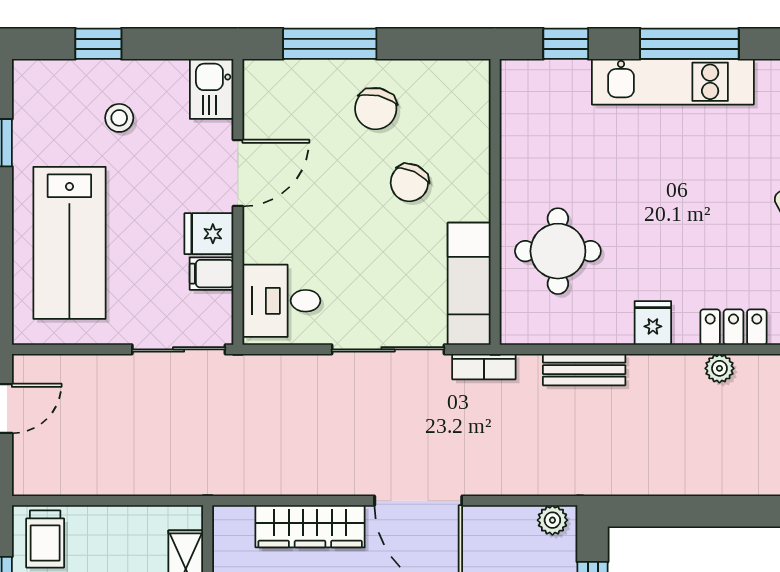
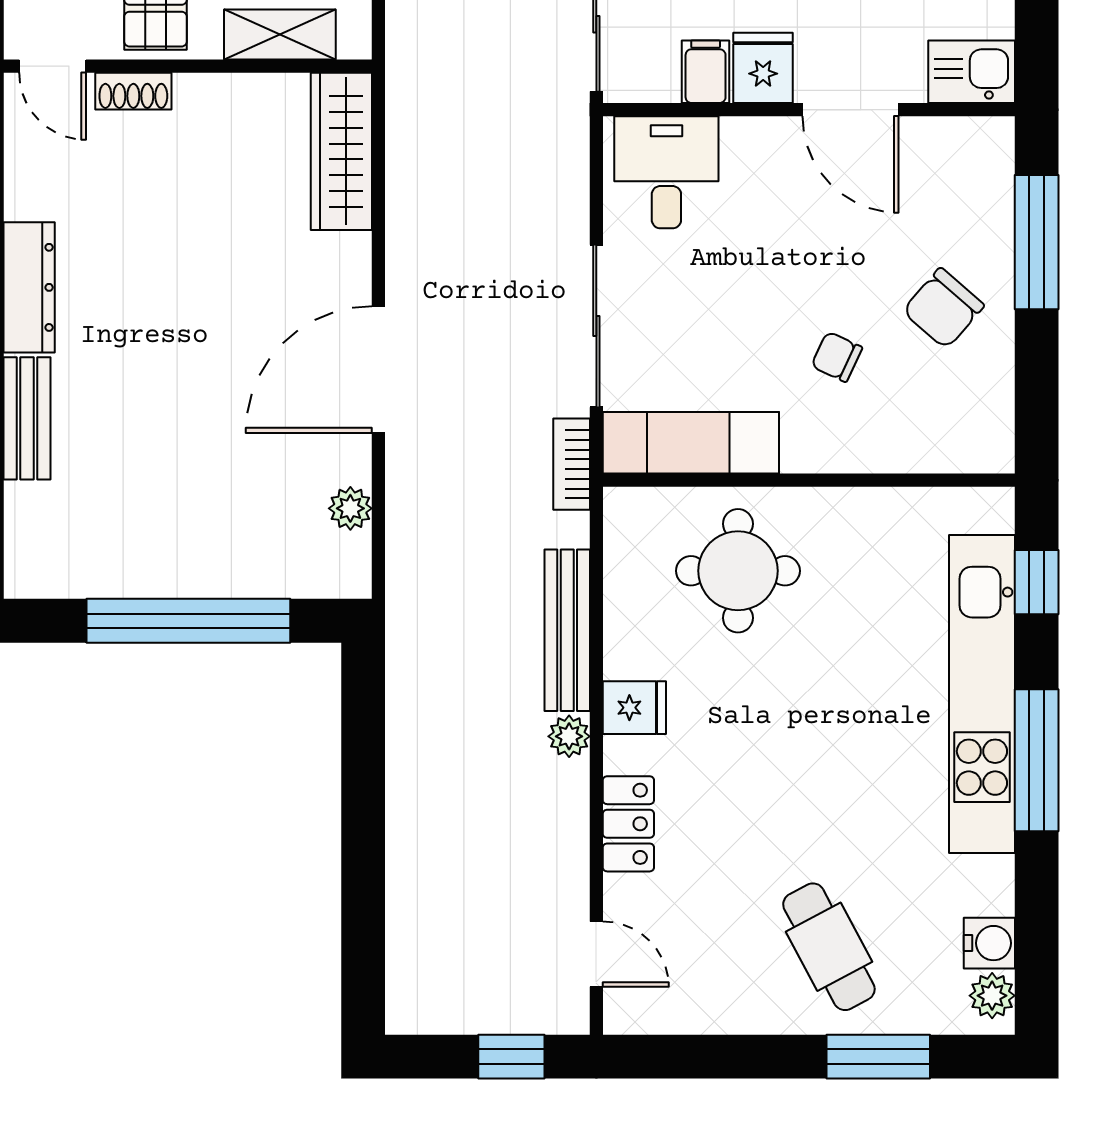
kitchen unit: (673, 82) -> (982, 694), width x1.36
chair: (376, 109) -> (943, 308), turned -62
chair: (409, 183) -> (837, 357), width x0.73, depth x0.73
plant: (719, 368) -> (569, 736), moved
bench: (584, 370) -> (567, 630), width x1.36
plant: (552, 520) -> (350, 508), moved
wardrobe: (310, 526) -> (341, 151), moved

